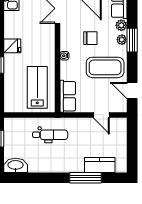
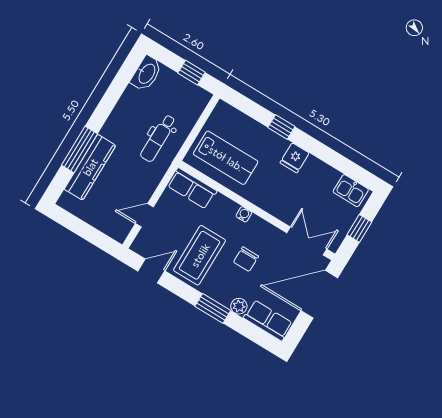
plant: (122, 40) -> (221, 296), removed
kitchen counter: (100, 165) -> (90, 167), width x1.50

